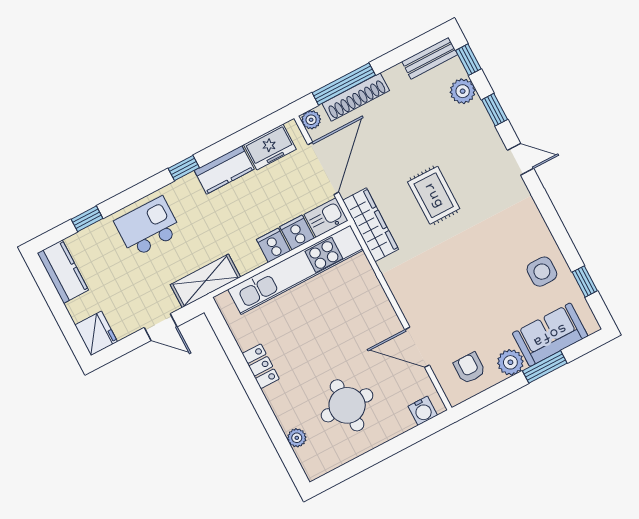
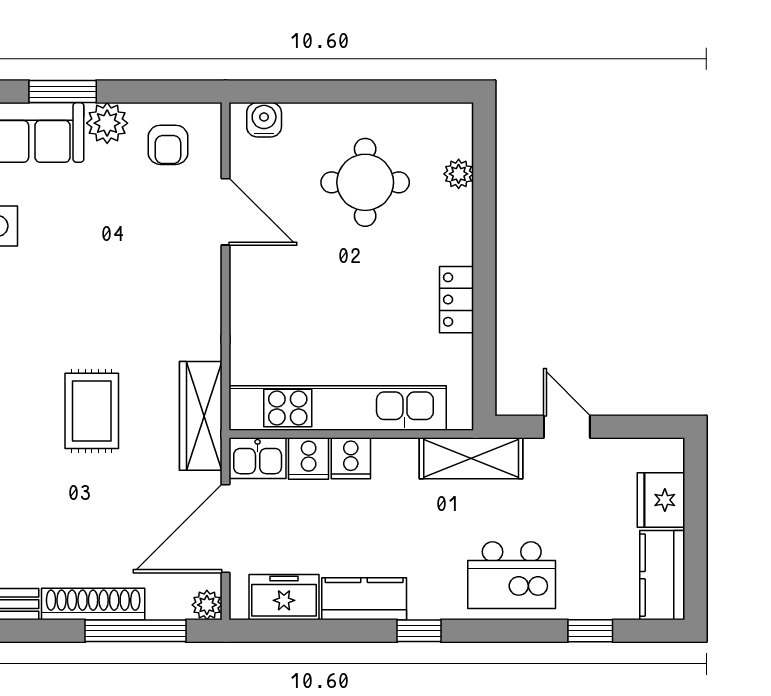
shoe rack: (356, 97) -> (93, 604), moved
fridge: (96, 333) -> (661, 500), moved

